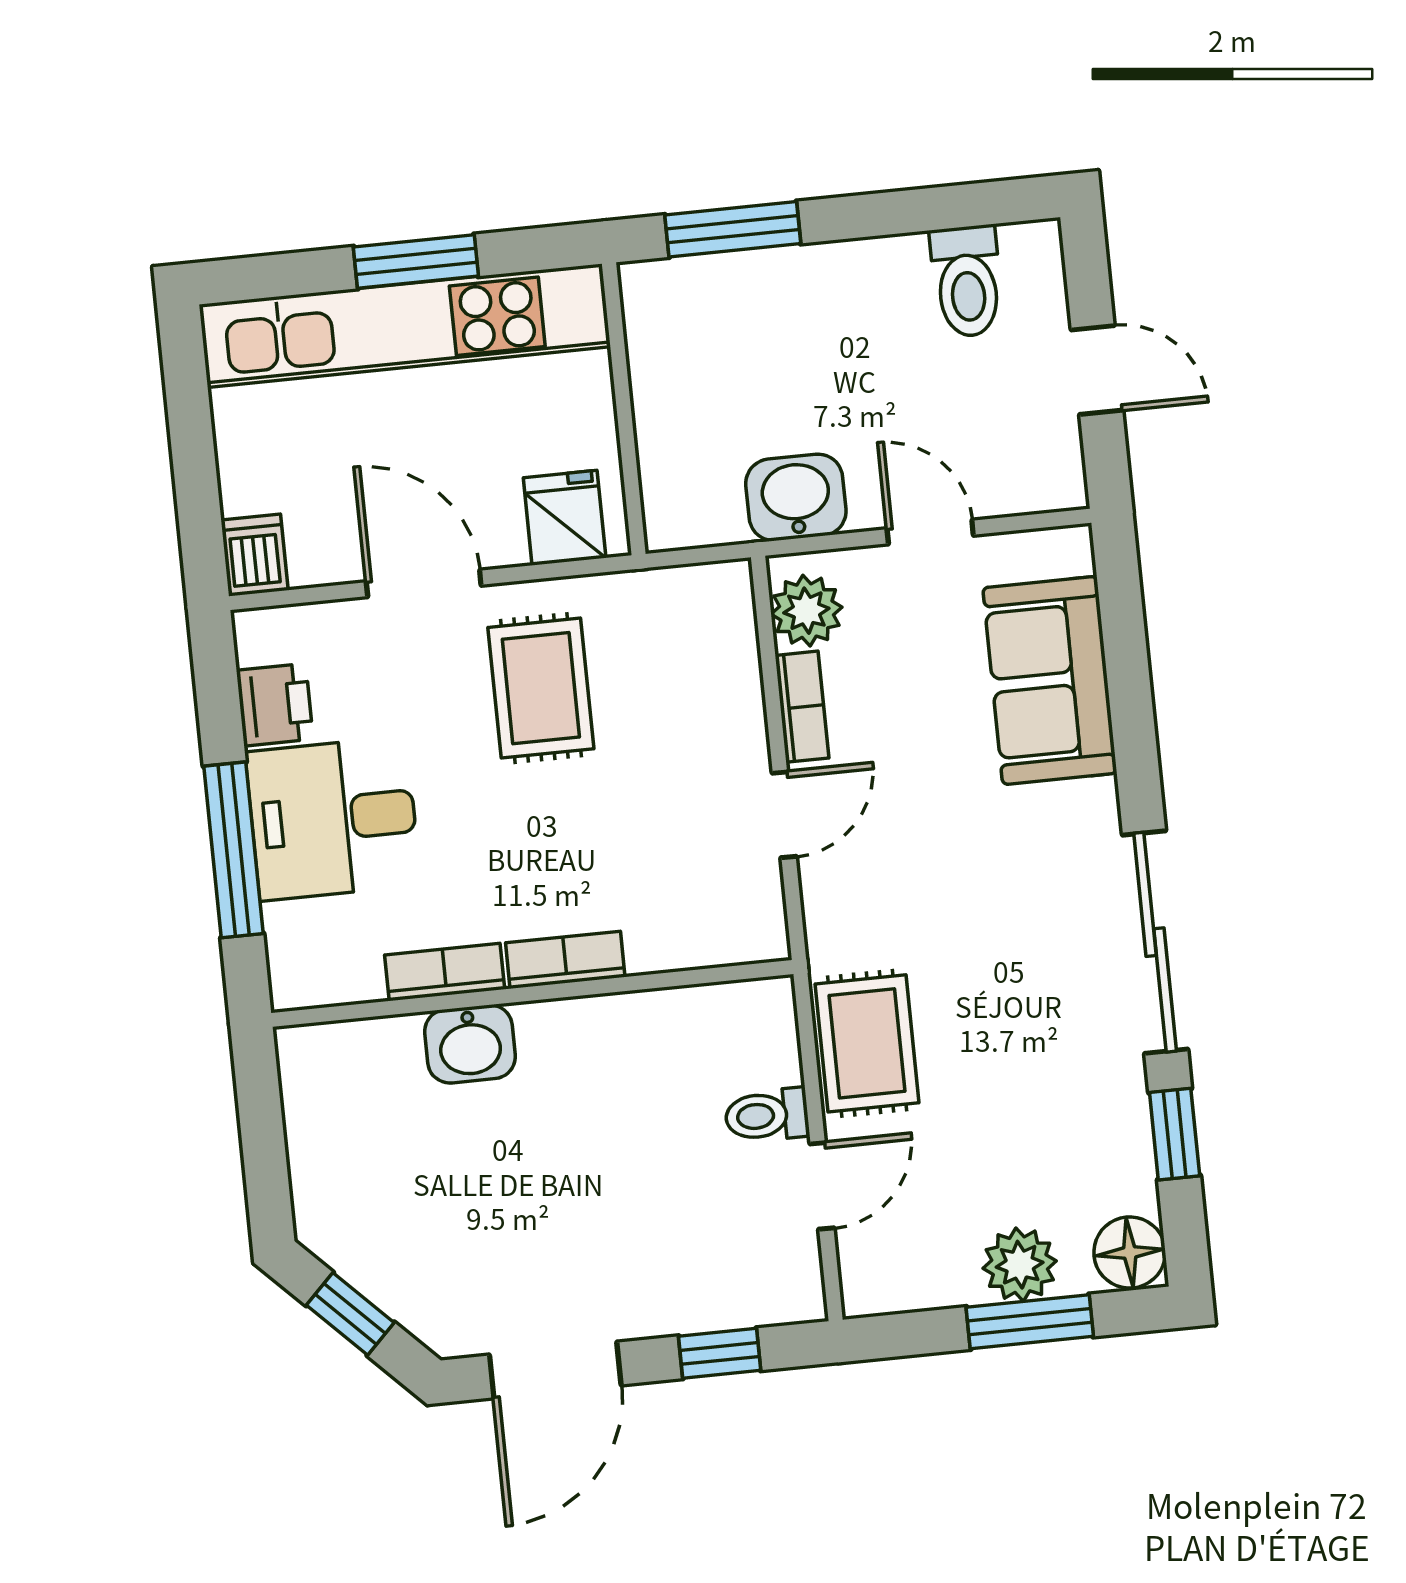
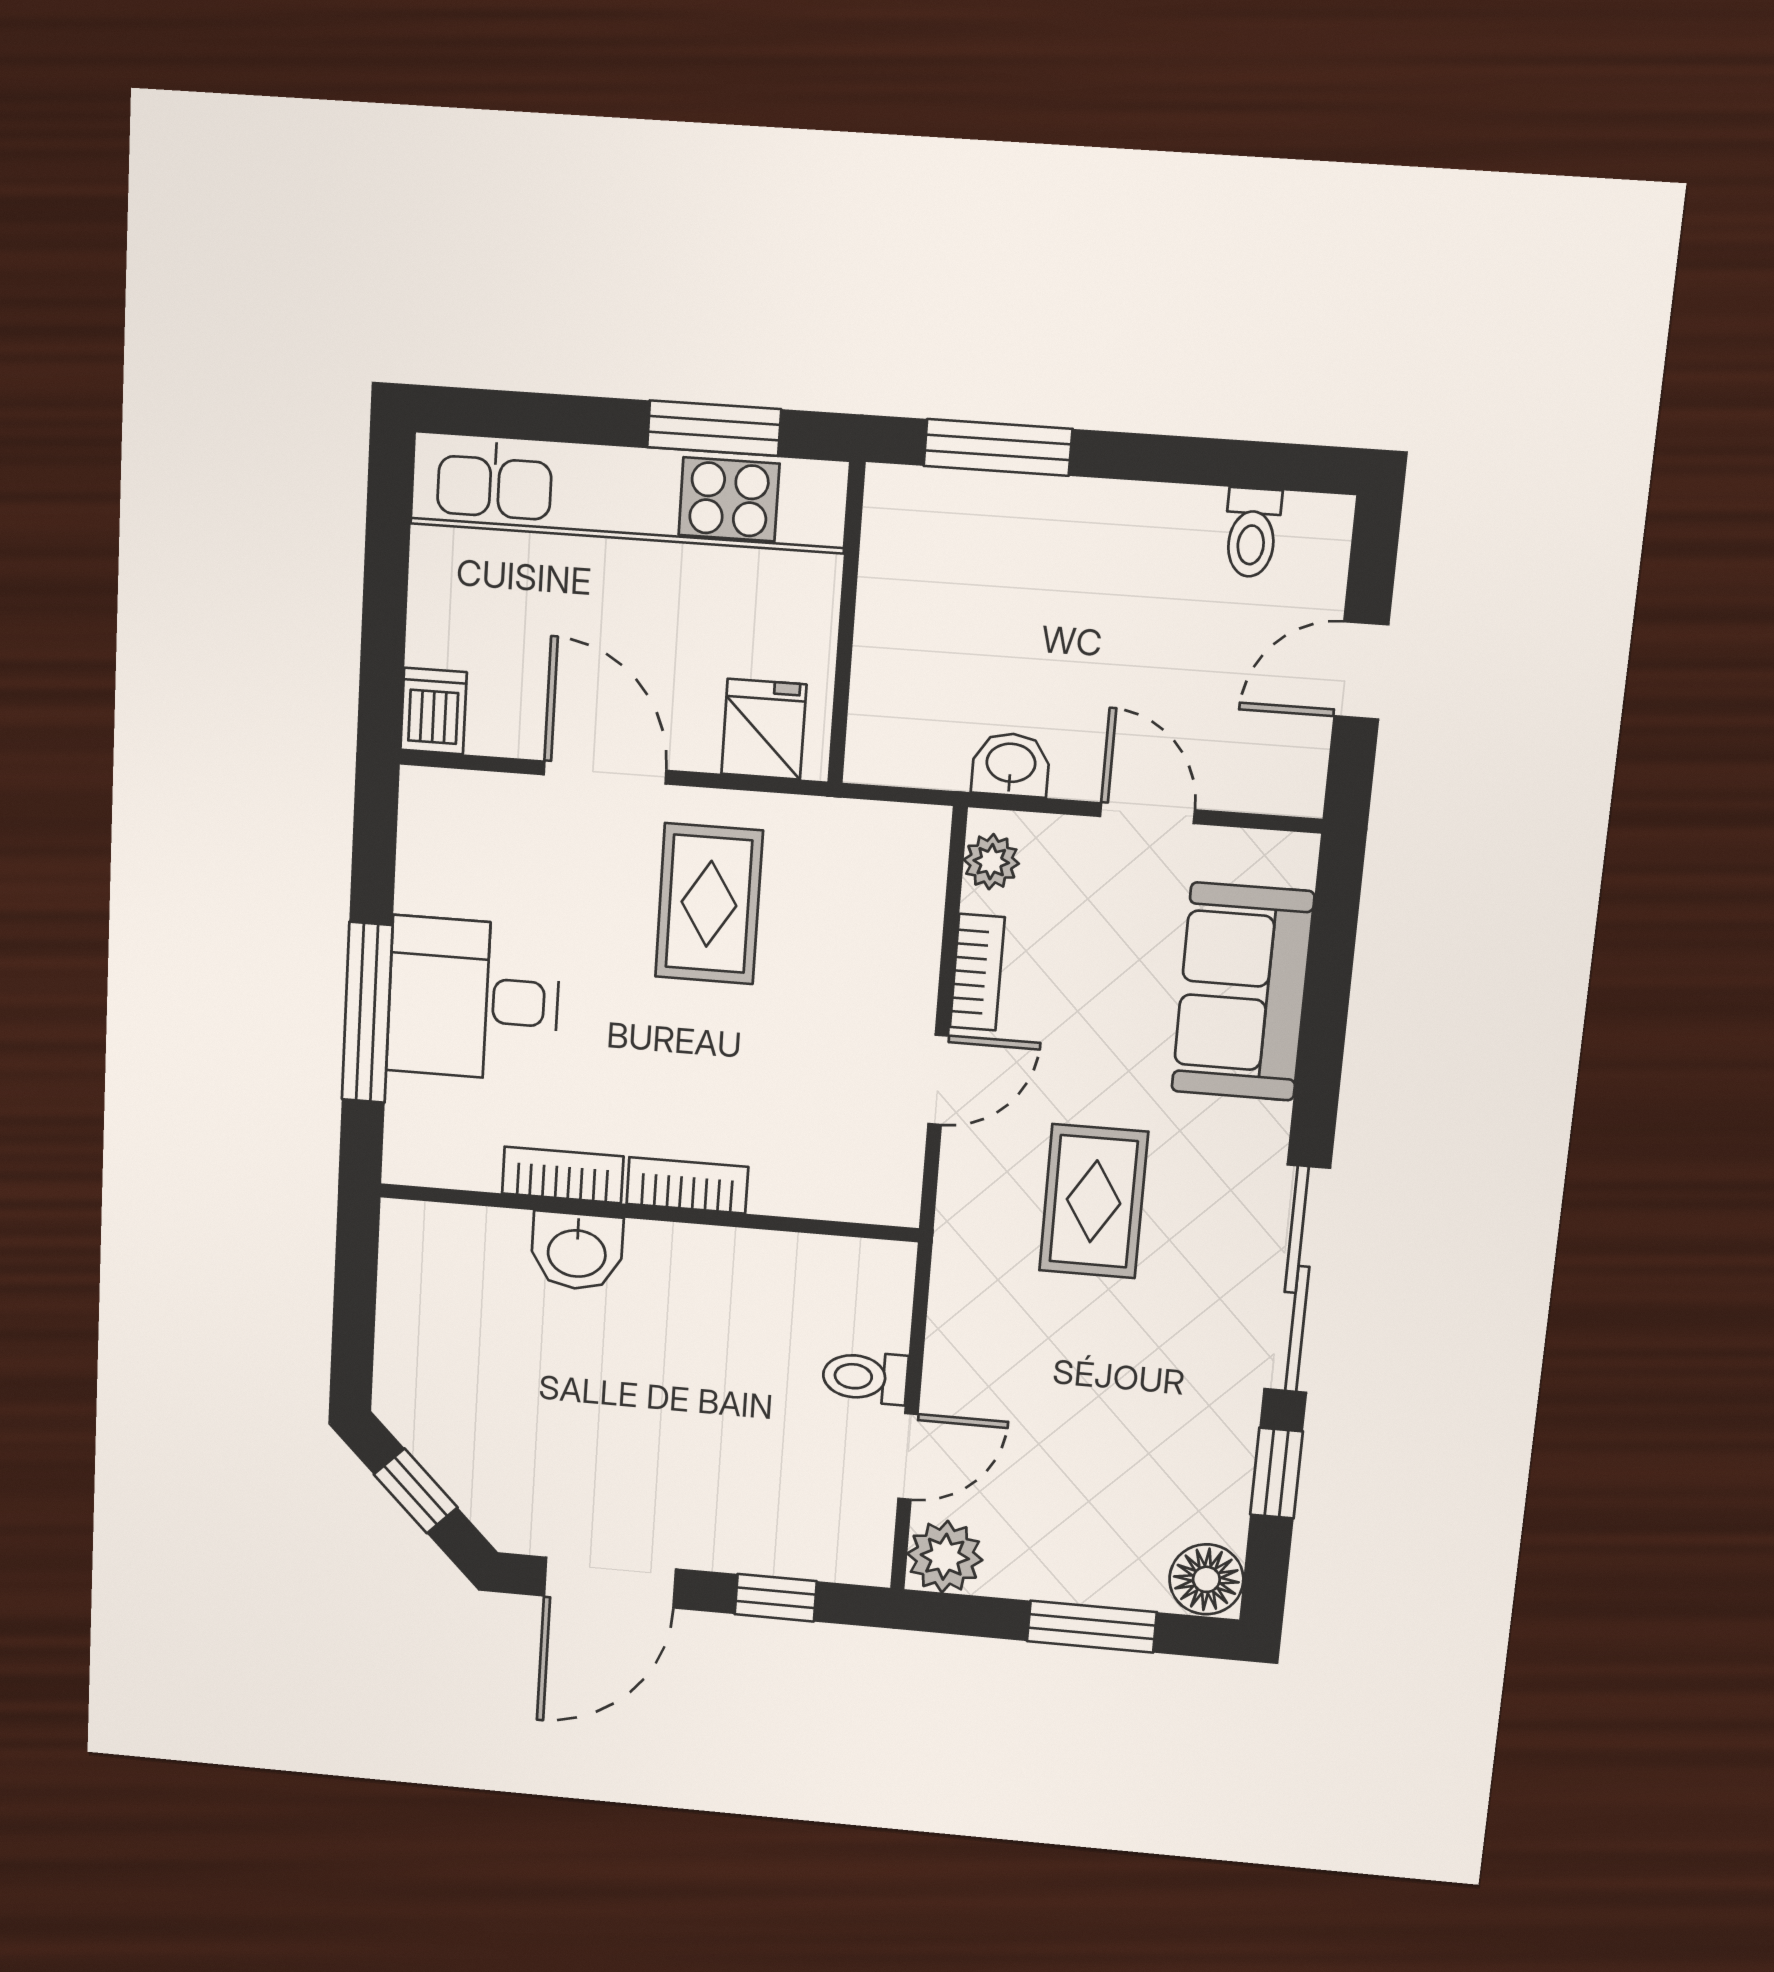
window: (416, 261) -> (714, 428), moved
toilet: (967, 281) -> (1252, 533), width x0.73, depth x0.72
door: (1097, 370) -> (1361, 670), swing flipped
washbasin: (796, 497) -> (1011, 765), width x0.72, depth x0.69
plant: (806, 611) -> (991, 862), width x0.73, depth x0.73
printer: (275, 705) -> (431, 872), removed
rug: (867, 1043) -> (1094, 1201), moved
plant: (1020, 1265) -> (945, 1557), moved

